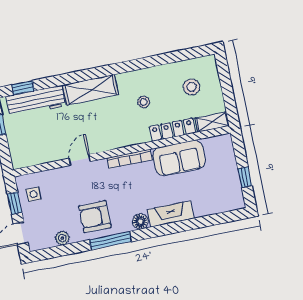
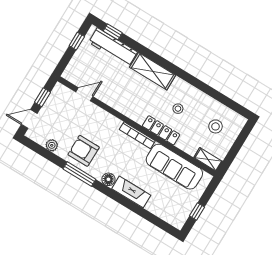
locker: (172, 130) -> (161, 130), moved
sofa: (179, 158) -> (174, 167), width x1.36
door: (80, 160) -> (84, 94), moved
side table: (33, 194) -> (59, 103), removed

